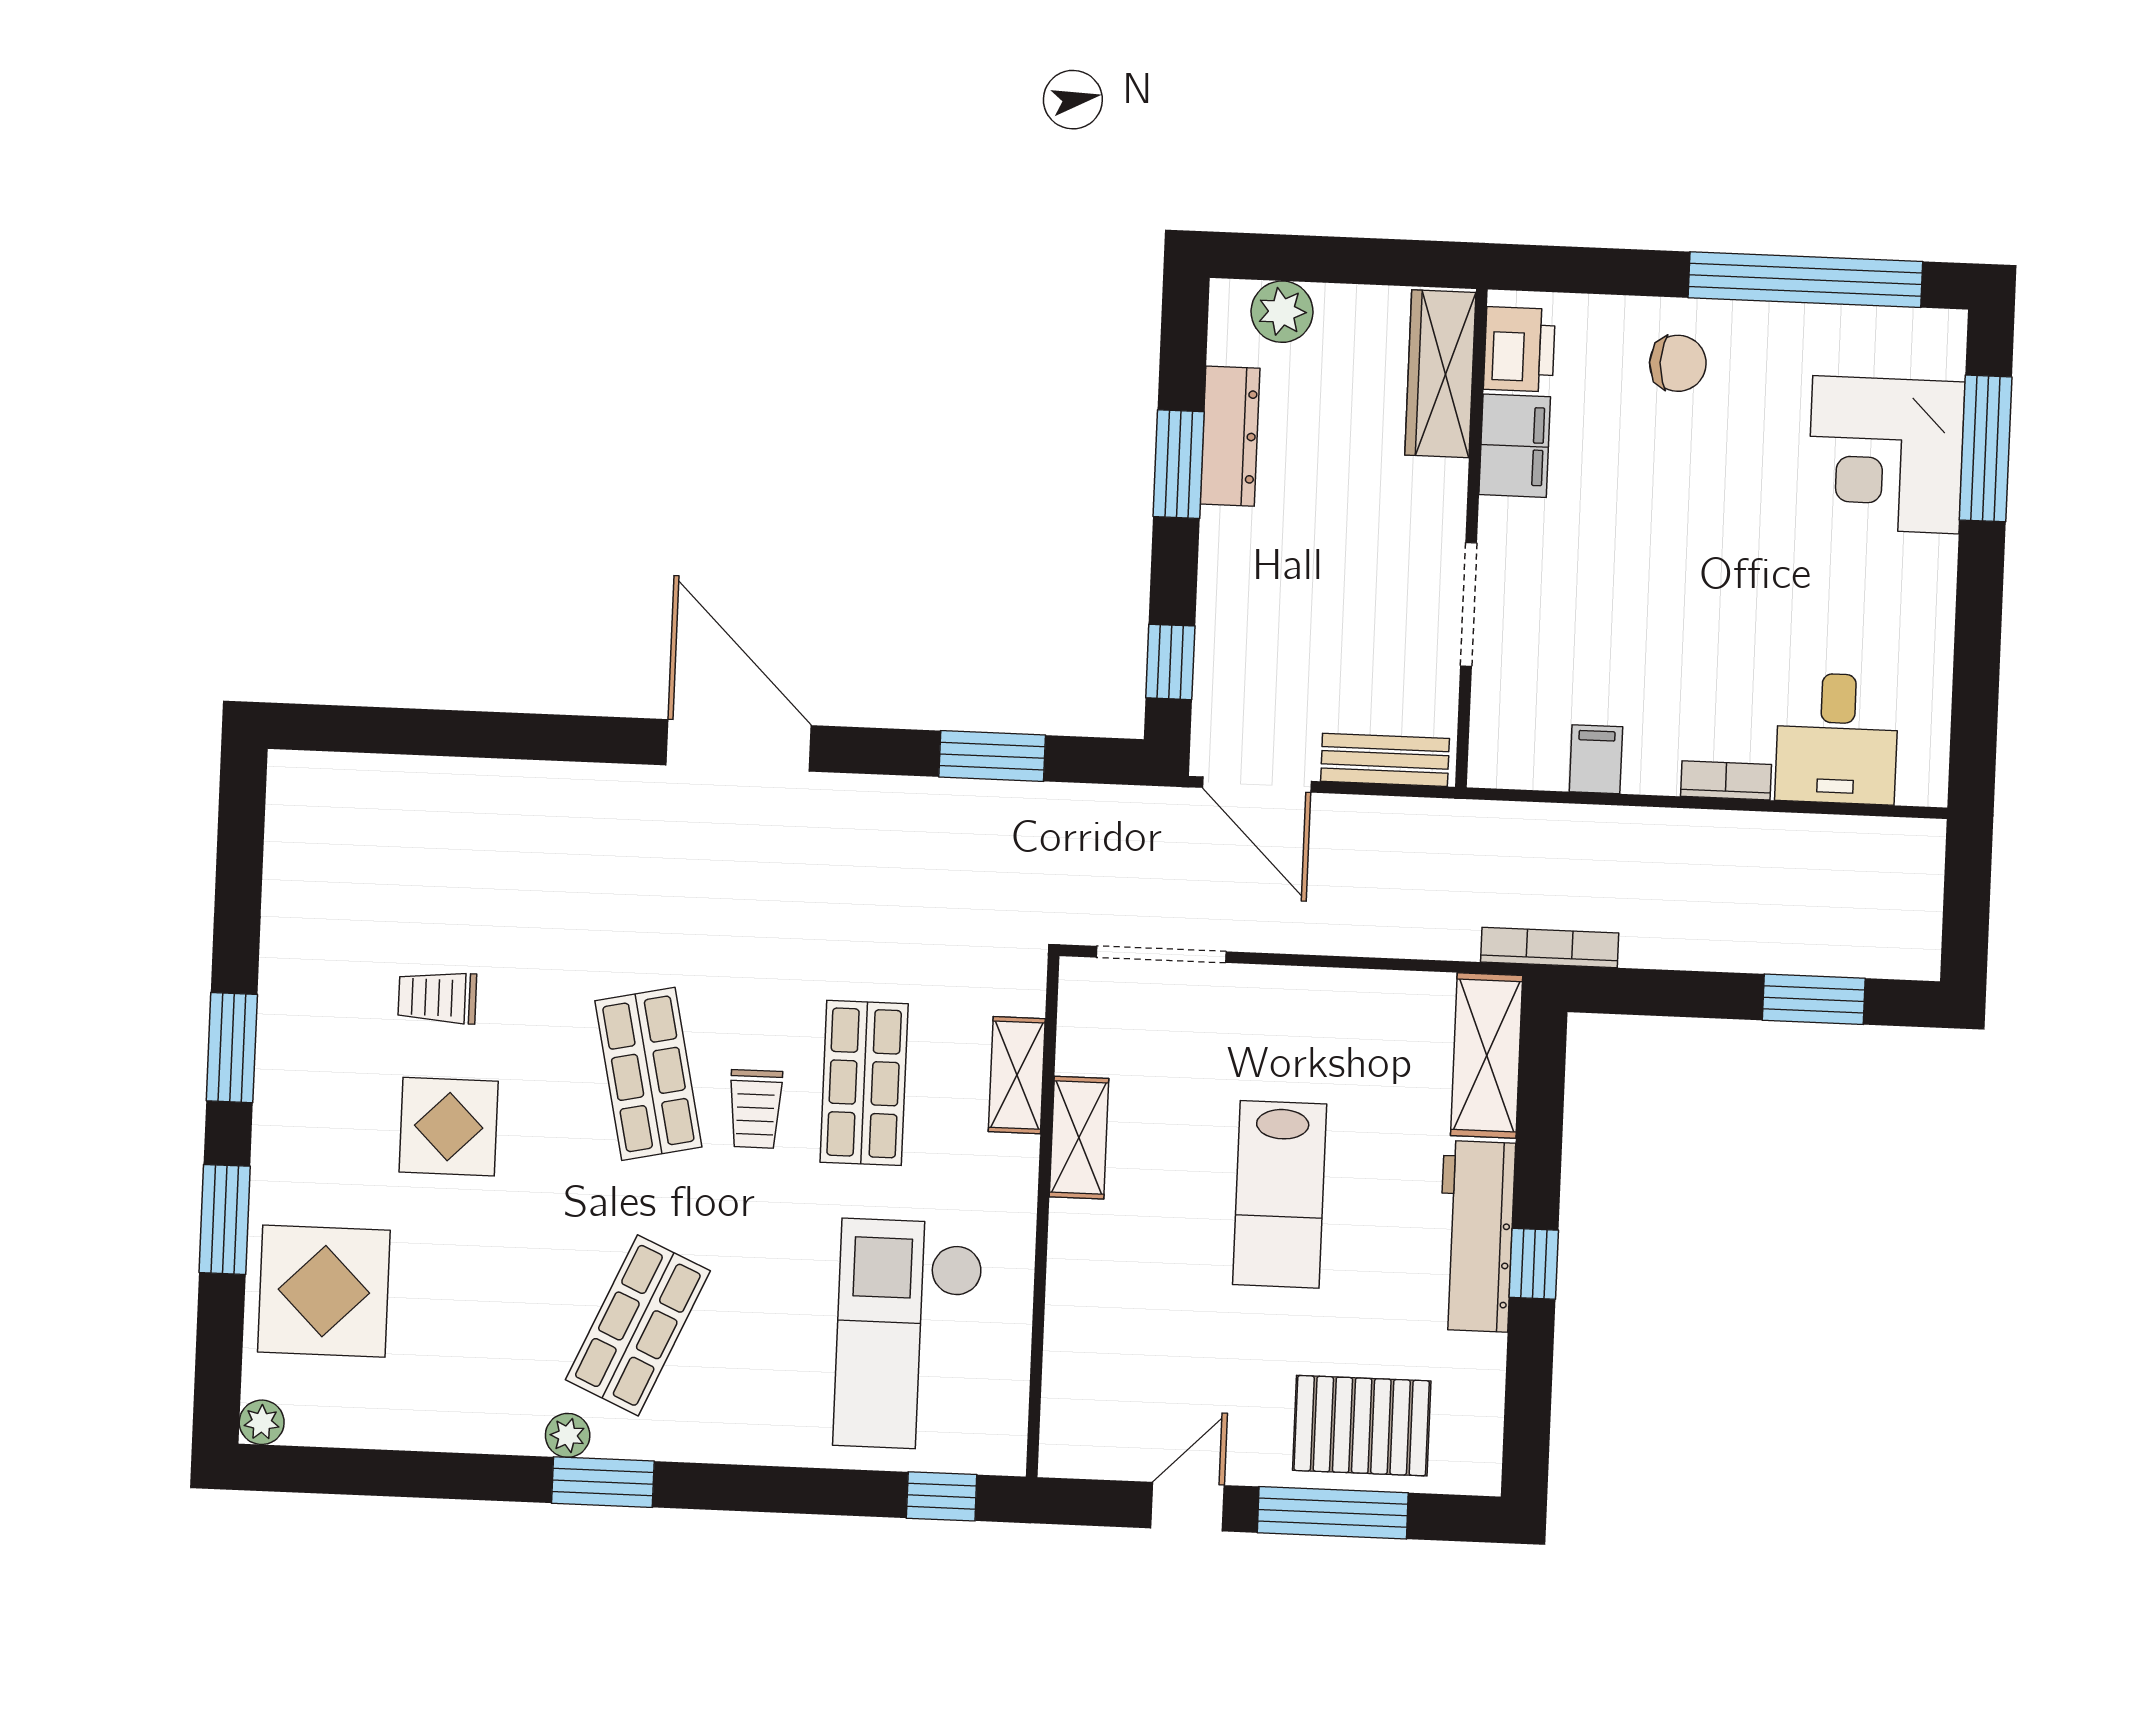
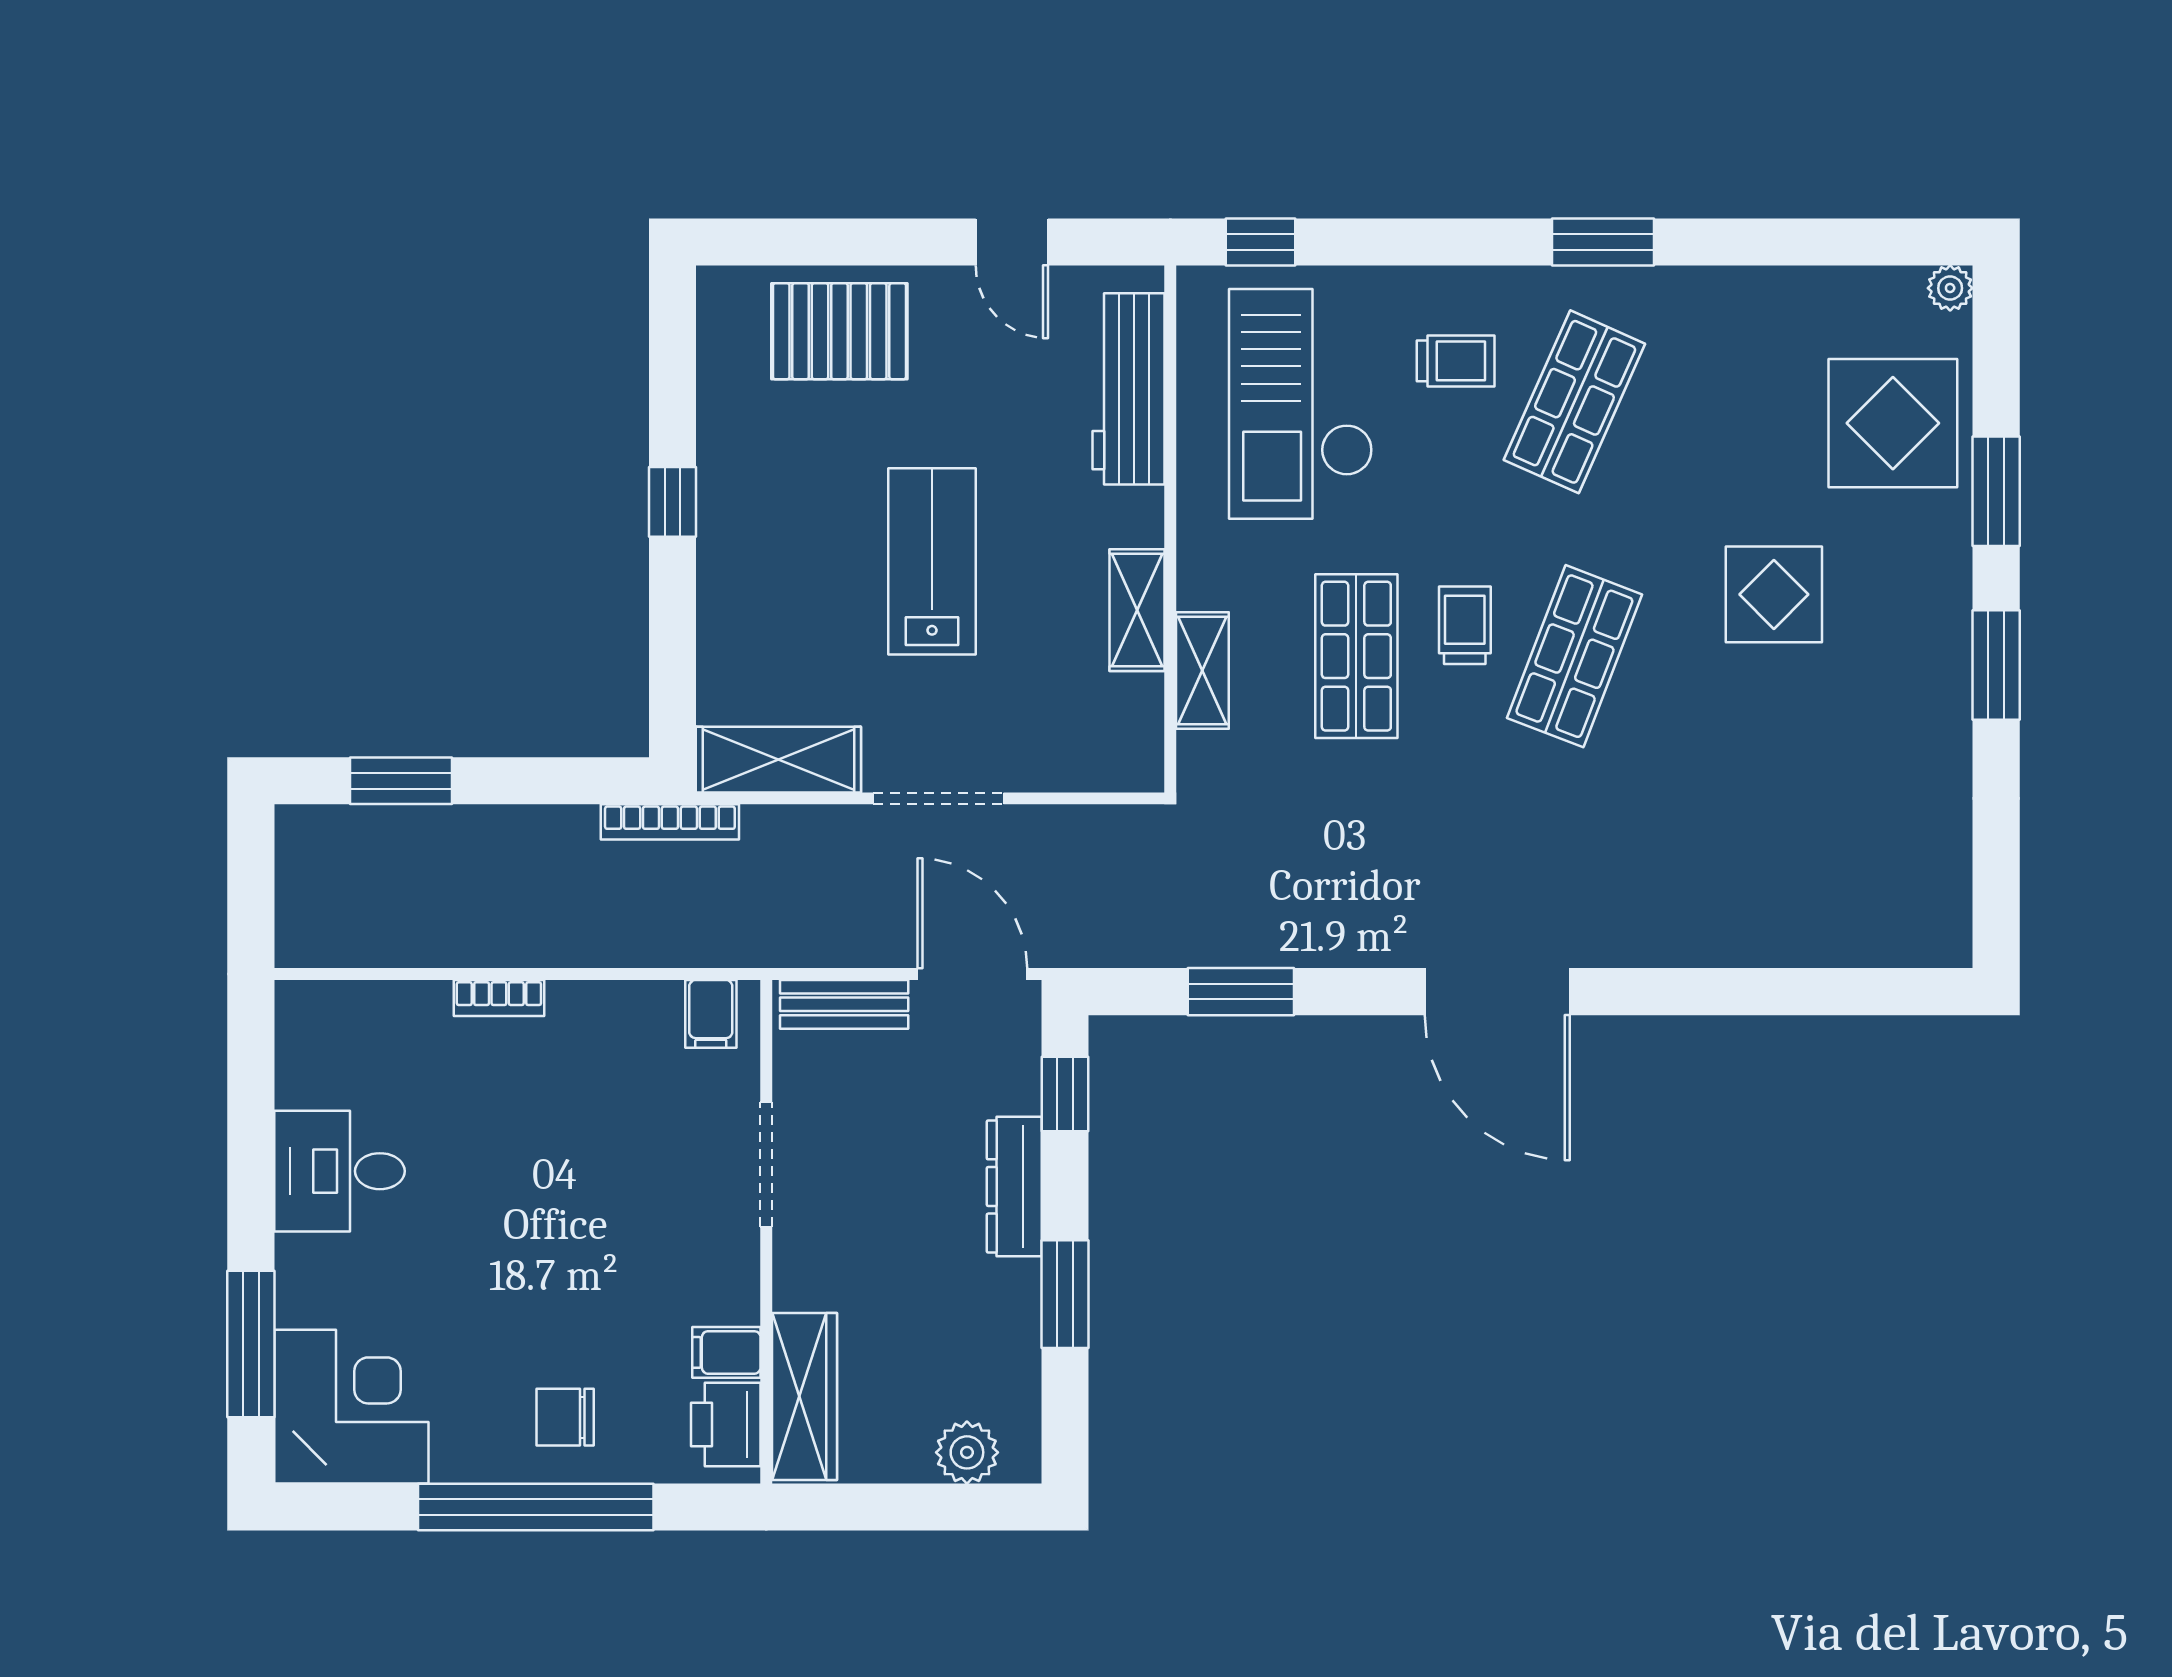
window: (1805, 280) -> (536, 1507), moved
dresser: (1230, 436) -> (1014, 1186), moved
filing cabinet: (1515, 446) -> (726, 1352), width x0.50
corner desk: (1886, 455) -> (351, 1407), moved
desk: (1837, 738) -> (339, 1171), moved, turned -90
filing cabinet: (1596, 759) -> (711, 1014), moved
doorway: (1161, 954) -> (938, 798), moved
trolley: (437, 998) -> (1456, 361), moved
shelving: (1487, 1056) -> (778, 760), moved, turned 90
shop shelf: (648, 1074) -> (1574, 656), turned 33
workbench: (1476, 1236) -> (1129, 389), moved, turned 180
checkout: (908, 1335) -> (1301, 404), turned 180
plant: (568, 1435) -> (1641, 288), removed
door: (1187, 1507) -> (1012, 242), hinge flipped
window: (1333, 1513) -> (865, 242), removed

